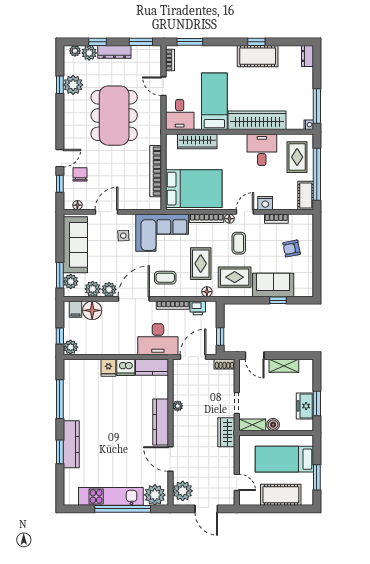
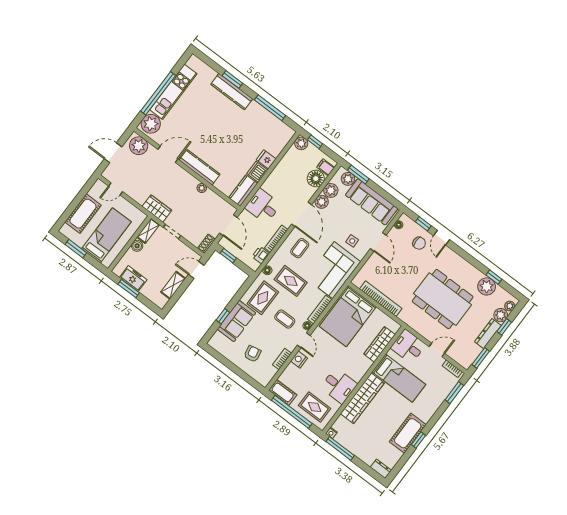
desk: (158, 339) -> (263, 206), width x0.73

